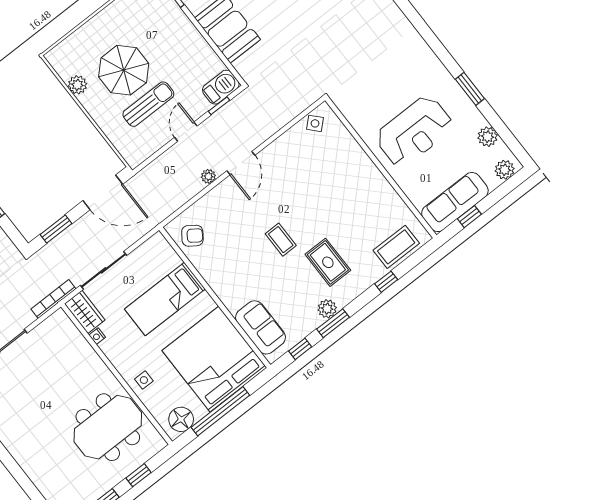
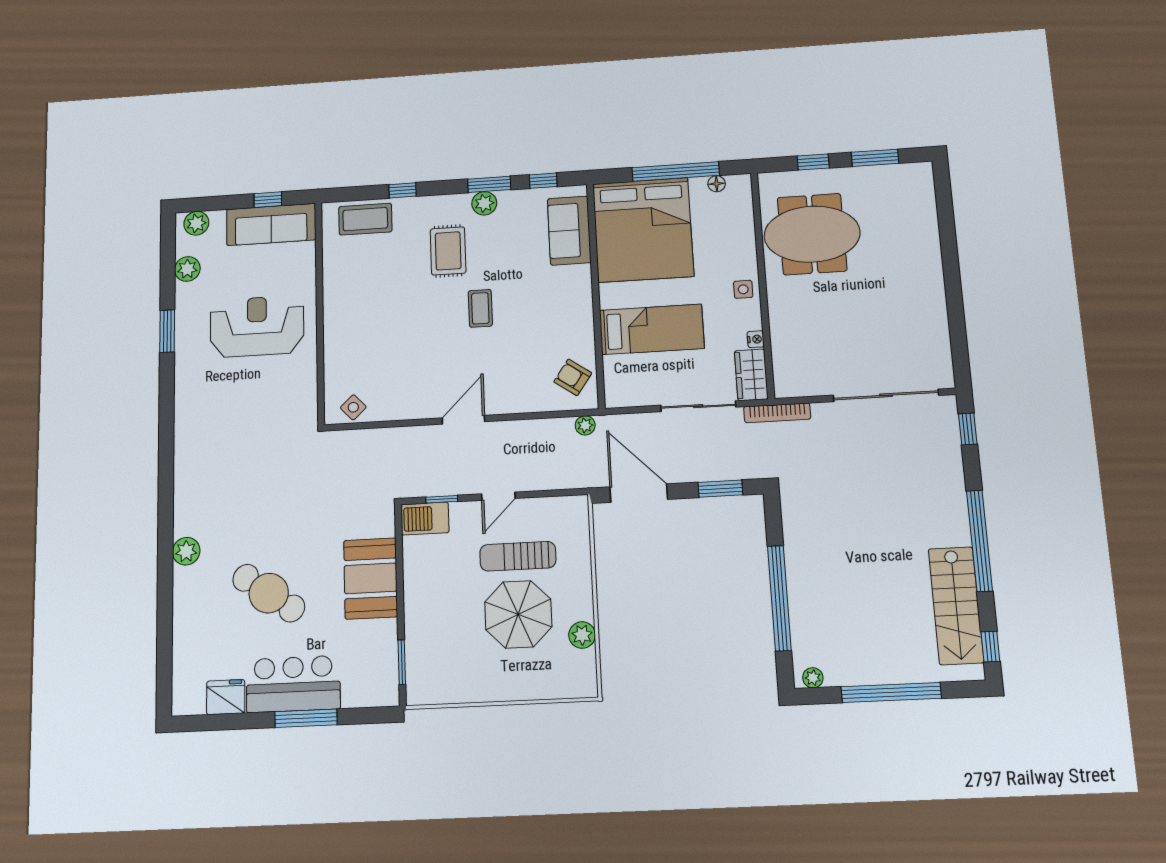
plant: (208, 176) -> (585, 425), moved
side table: (144, 380) -> (743, 289), moved
floor lamp: (181, 419) -> (717, 184), width x0.53, depth x0.53

